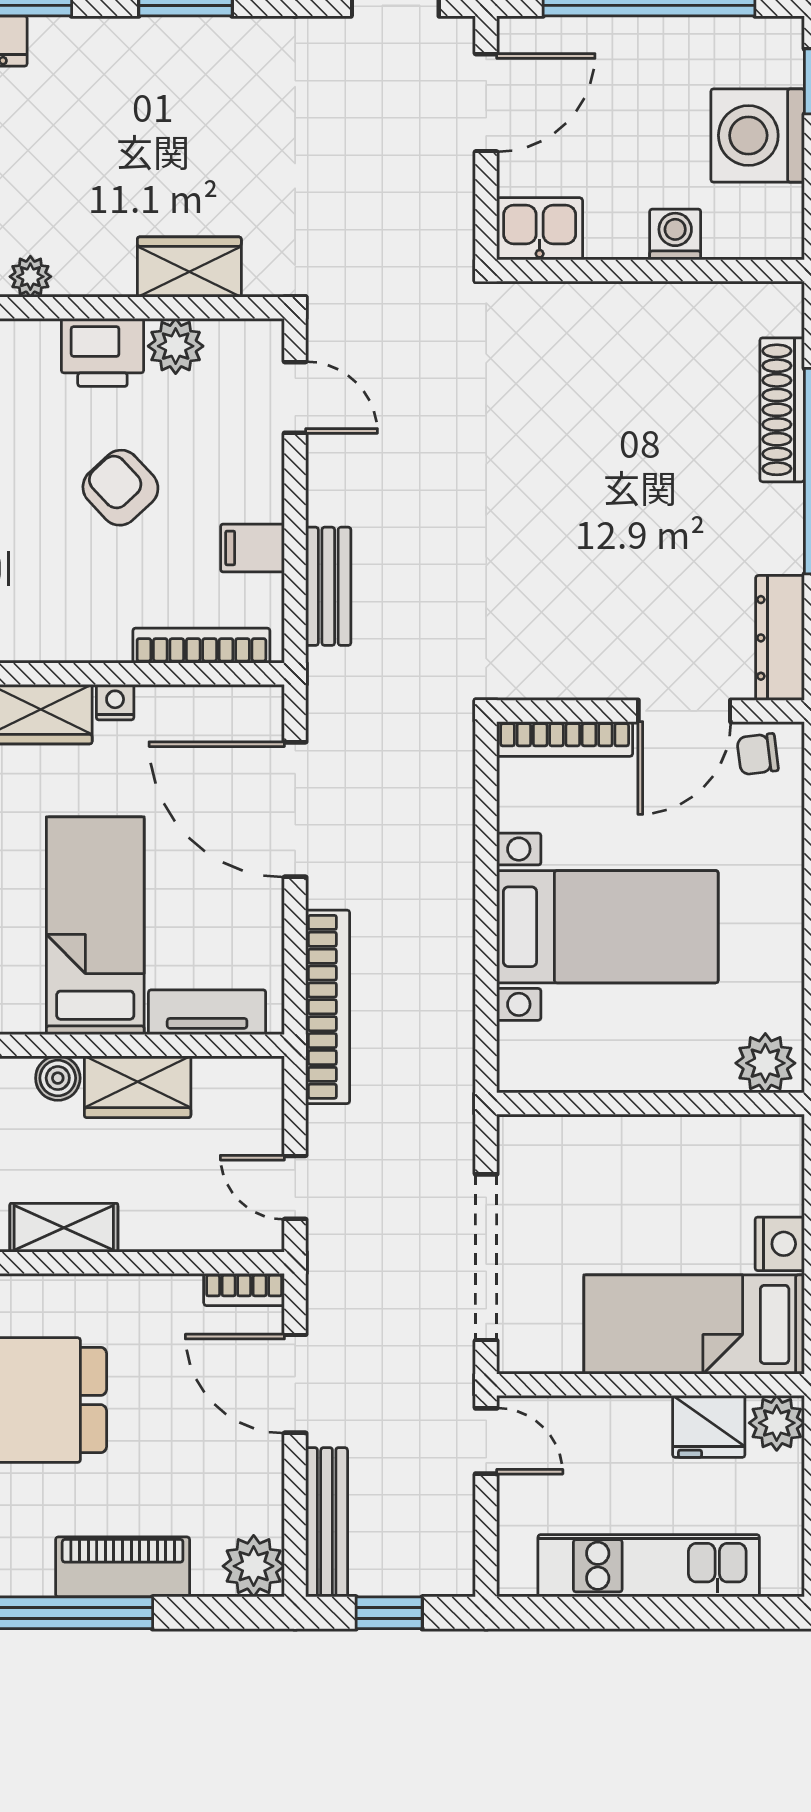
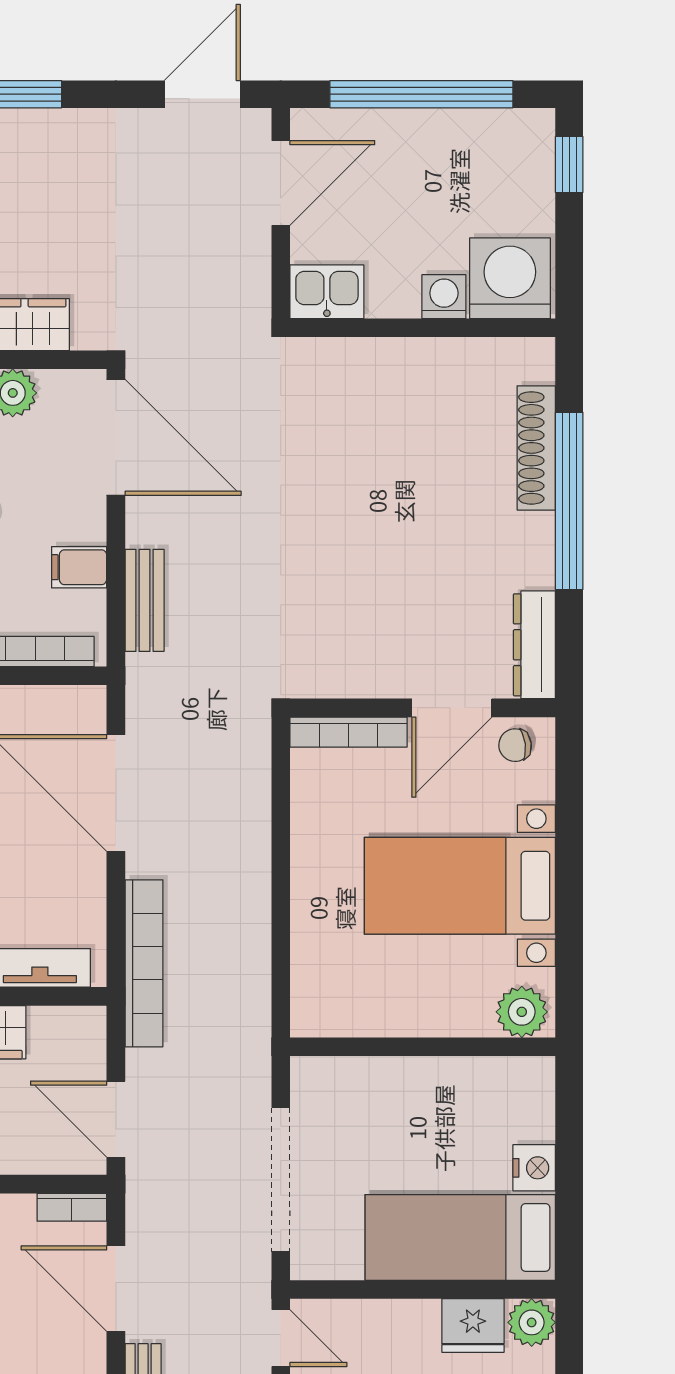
washing machine: (758, 135) -> (510, 278), moved, turned 90
door: (295, 397) -> (116, 437), width x1.88
bed with nightstands: (607, 927) -> (460, 886), moved, turned 180
door: (295, 1187) -> (116, 1119), width x1.38

